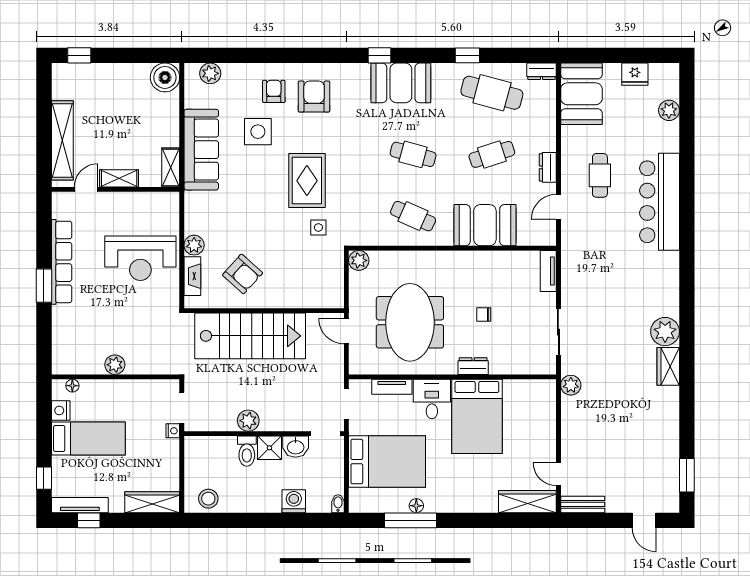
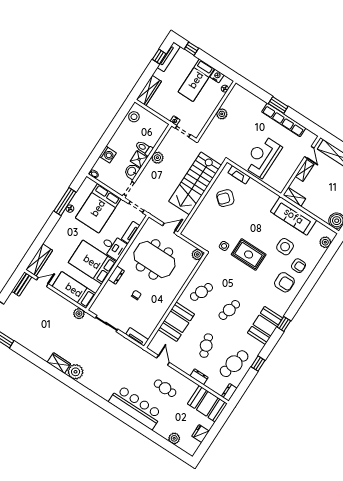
dresser: (548, 167) -> (199, 377), moved
plant: (194, 245) -> (253, 185), removed
bed: (539, 417) -> (74, 290), added

